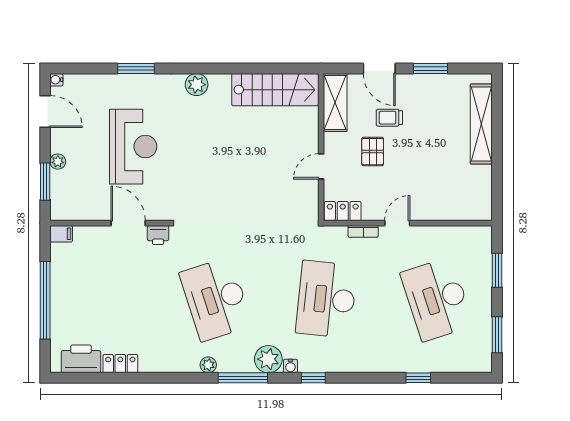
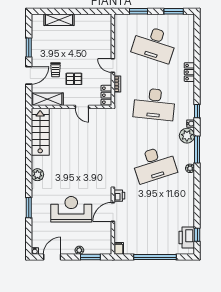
shelving: (481, 124) -> (59, 20), width x0.68
desk: (437, 299) -> (154, 44), turned 36
locker: (120, 364) -> (189, 72), moved
window: (418, 378) -> (197, 235), moved

